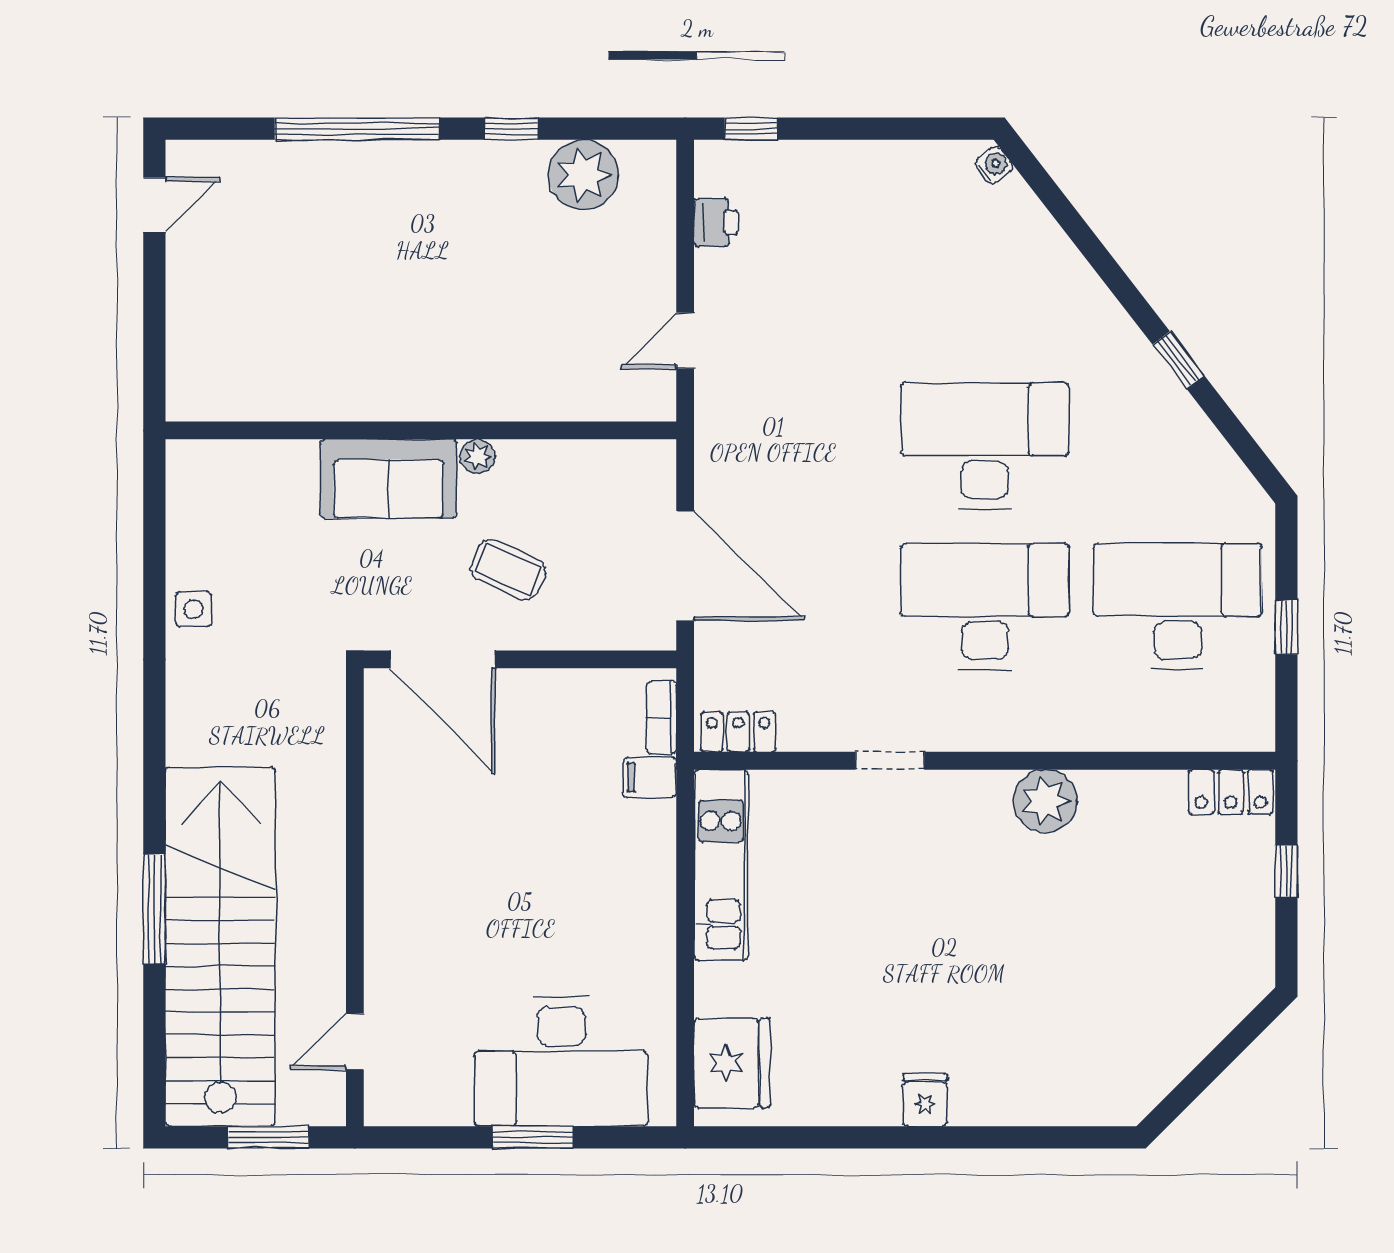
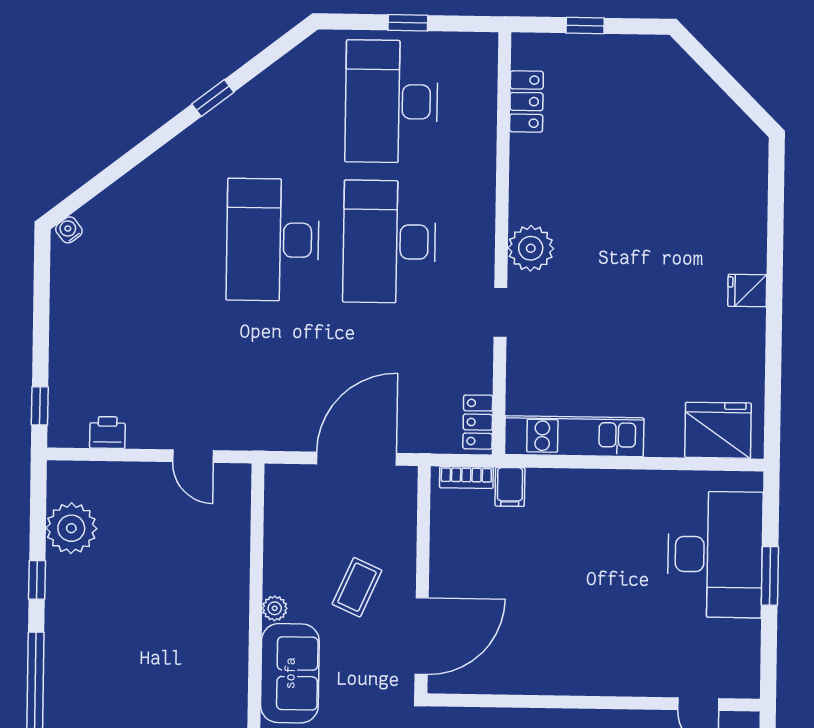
locker: (1231, 792) -> (526, 102), moved
plant: (1045, 801) -> (531, 248), moved

